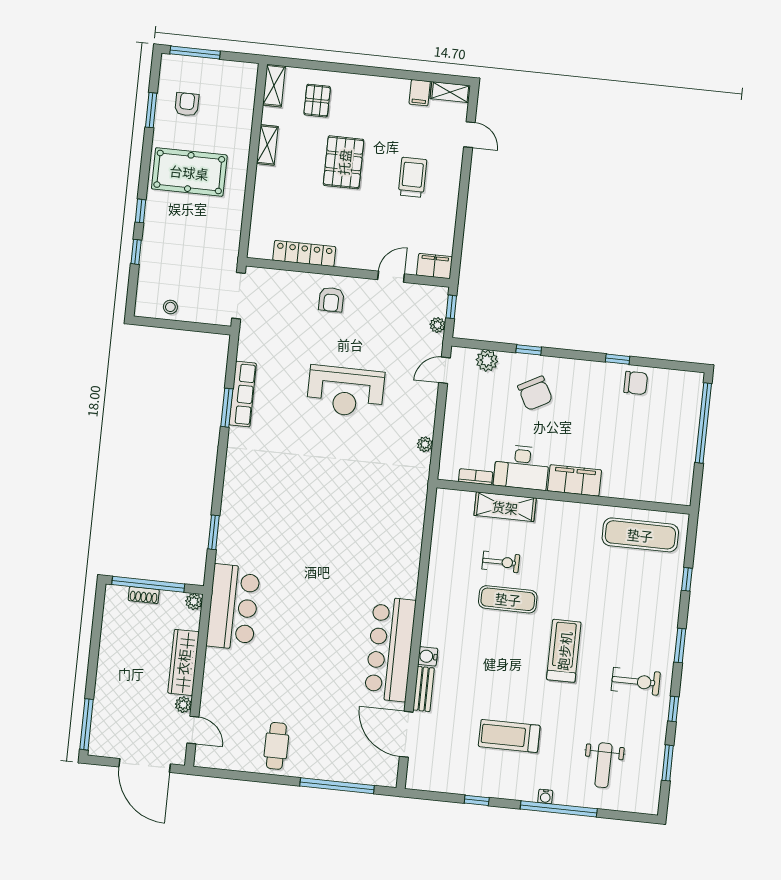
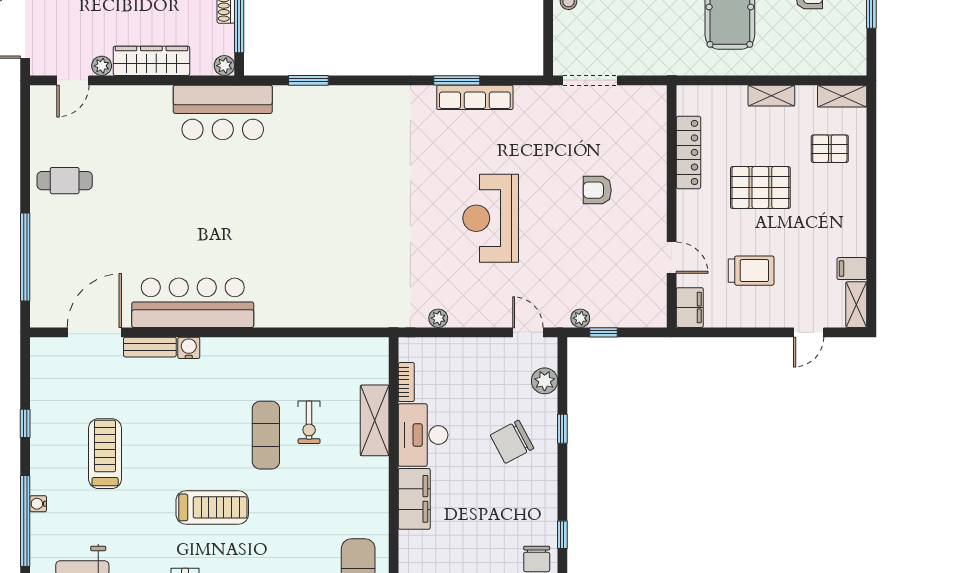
locker: (304, 253) -> (689, 152), moved
filing cabinet: (435, 266) -> (690, 308), moved
wall: (348, 272) -> (672, 206), moved
door: (391, 277) -> (672, 258), moved

